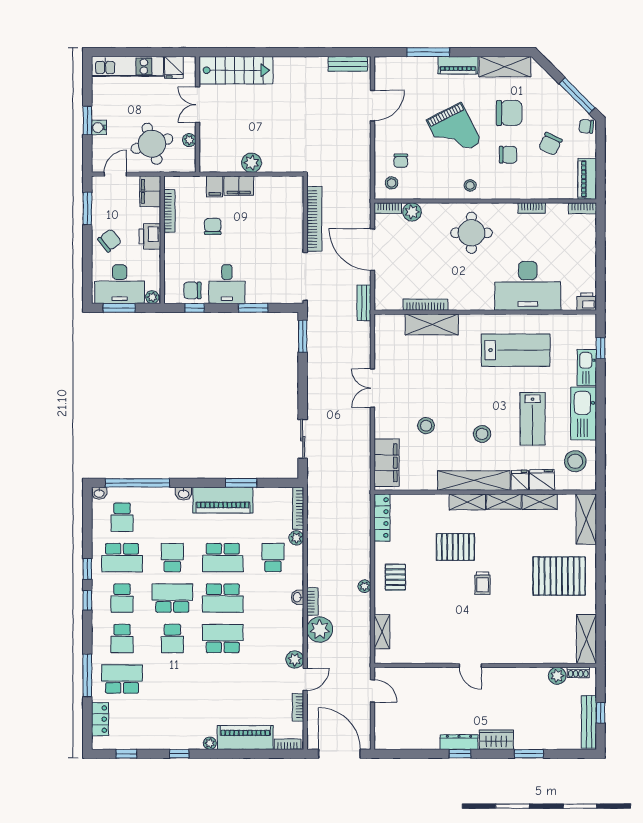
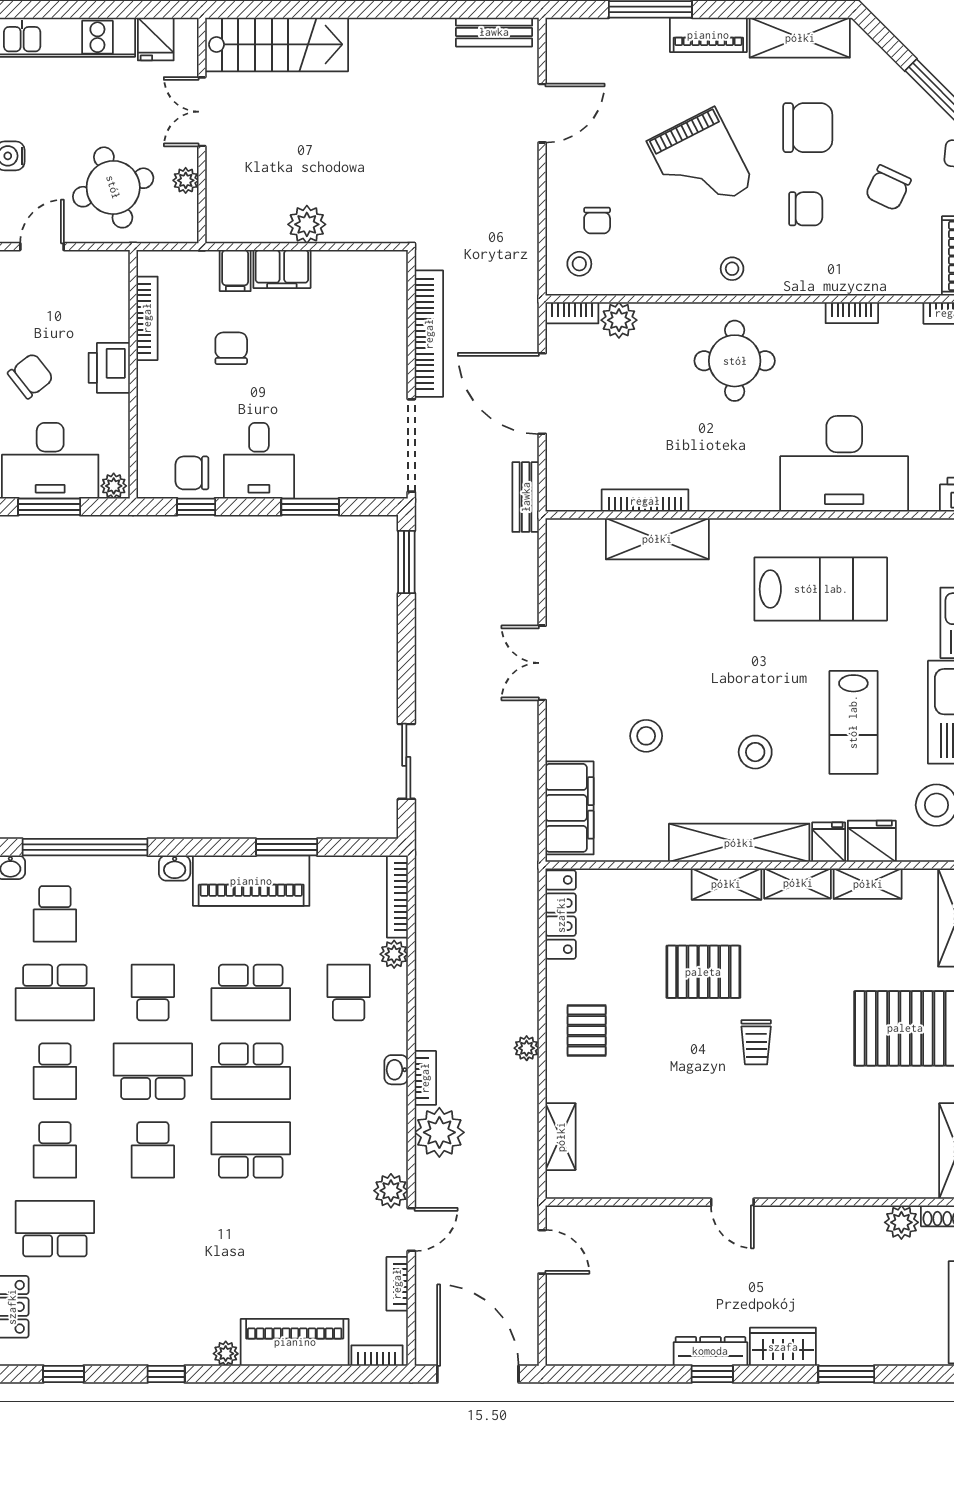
filing cabinet: (150, 191) -> (110, 280), removed

